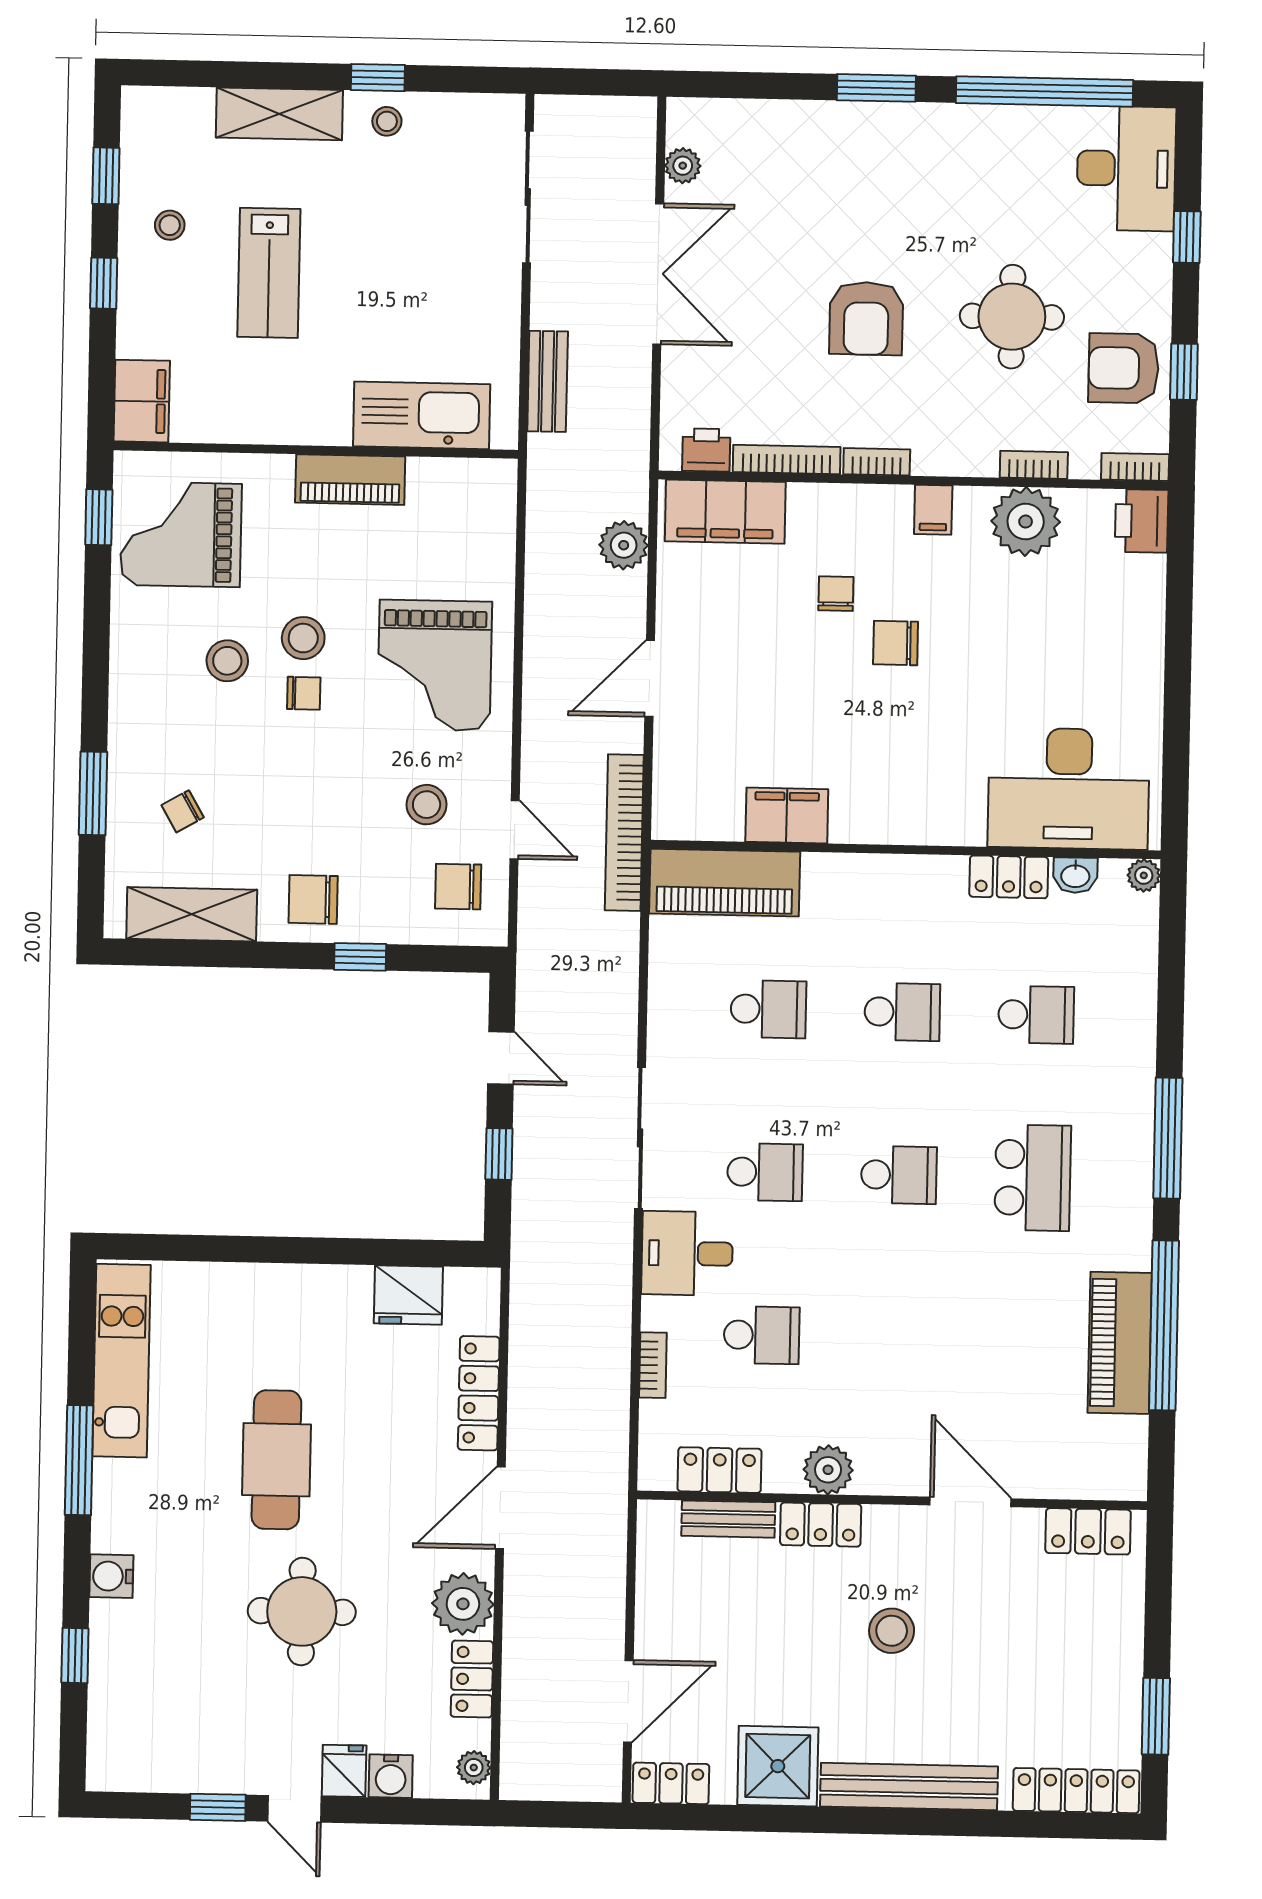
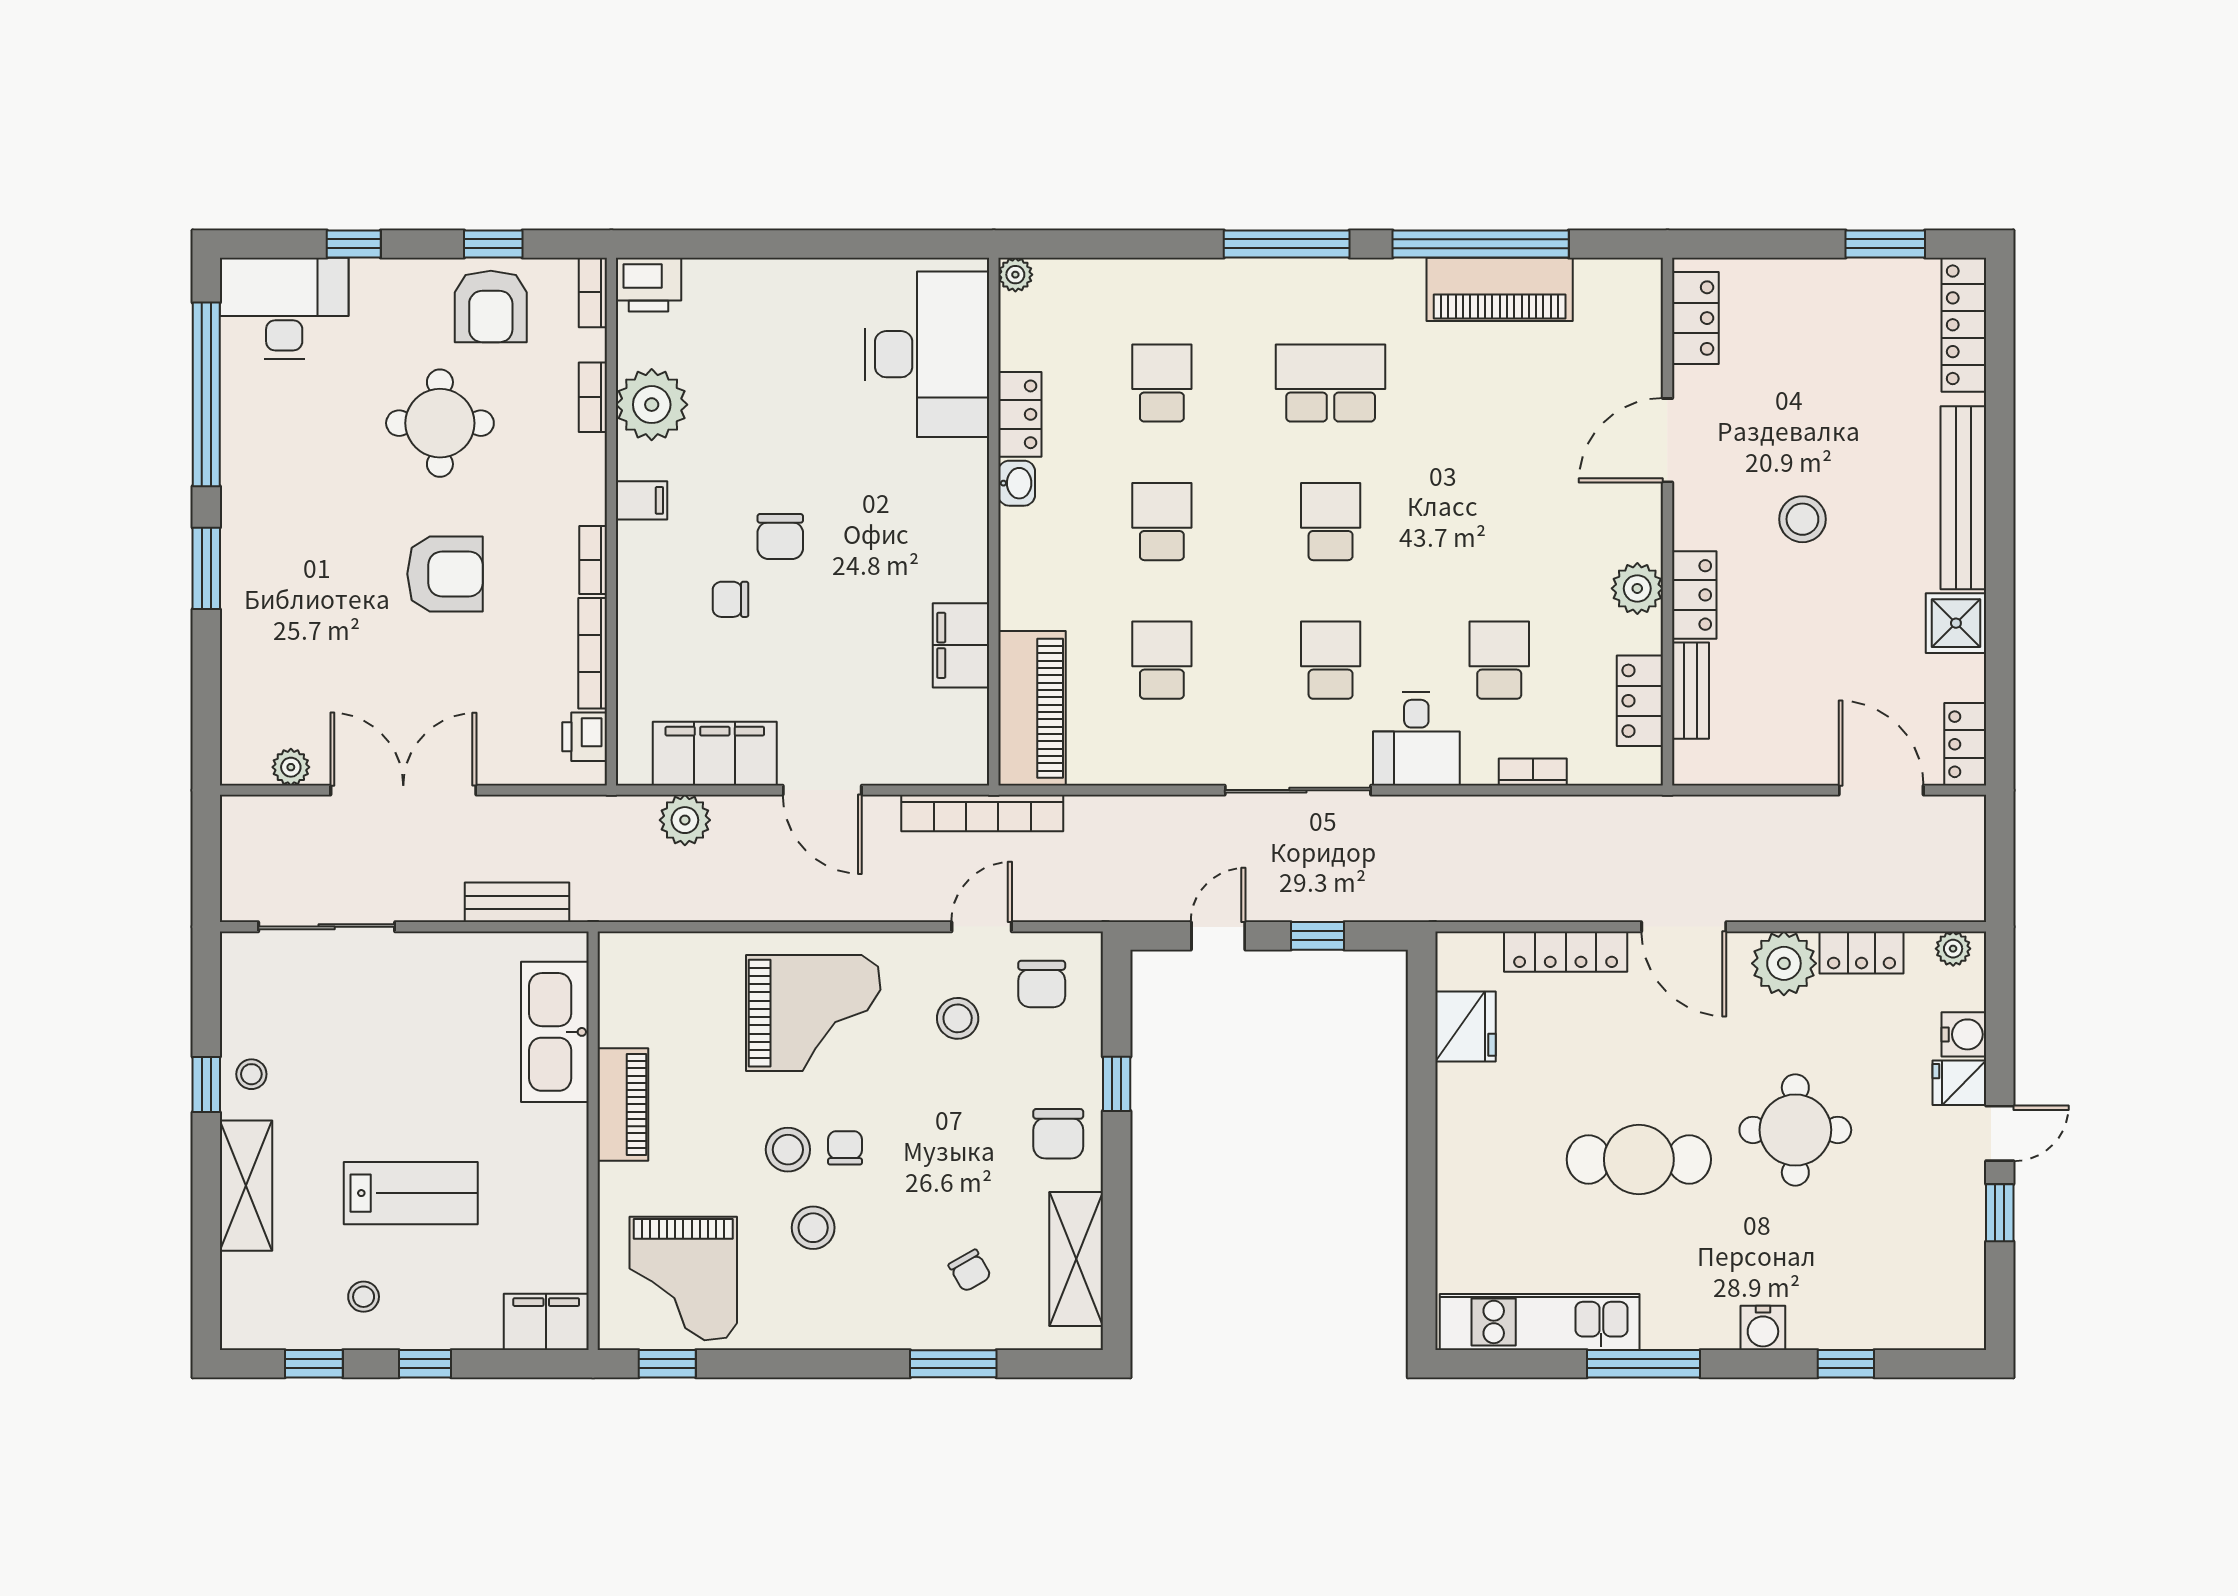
filing cabinet: (725, 512) -> (715, 754), moved, turned -90
washbasin: (1075, 875) -> (1017, 483), moved
shower: (778, 1766) -> (1956, 623), width x0.73, depth x0.73

